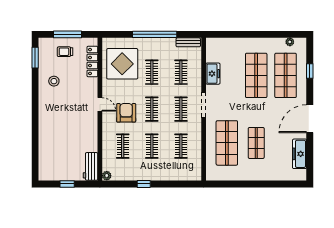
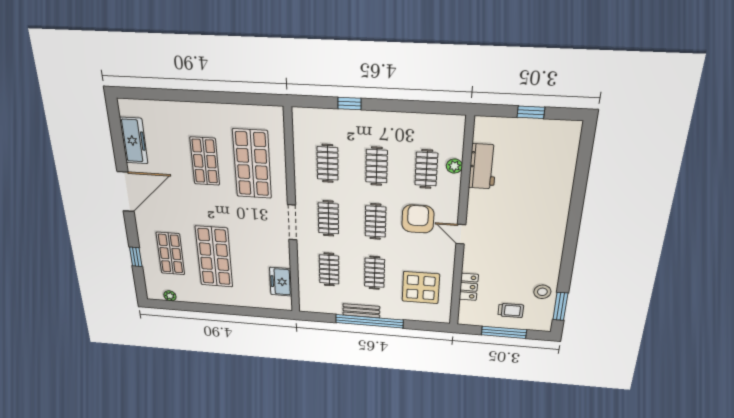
bench: (188, 42) -> (361, 311), moved
locker: (92, 62) -> (469, 287), width x0.66
display table: (122, 64) -> (421, 288), width x0.73, depth x0.73
freezer: (213, 74) -> (281, 282), moved
shop shelf: (286, 75) -> (170, 254), width x0.70, depth x0.74
stool: (54, 81) -> (542, 292), moved
armchair: (126, 113) -> (418, 219), turned 180
workbench: (90, 166) -> (483, 166), moved
plant: (107, 176) -> (454, 166), moved
window: (144, 184) -> (349, 104), moved

